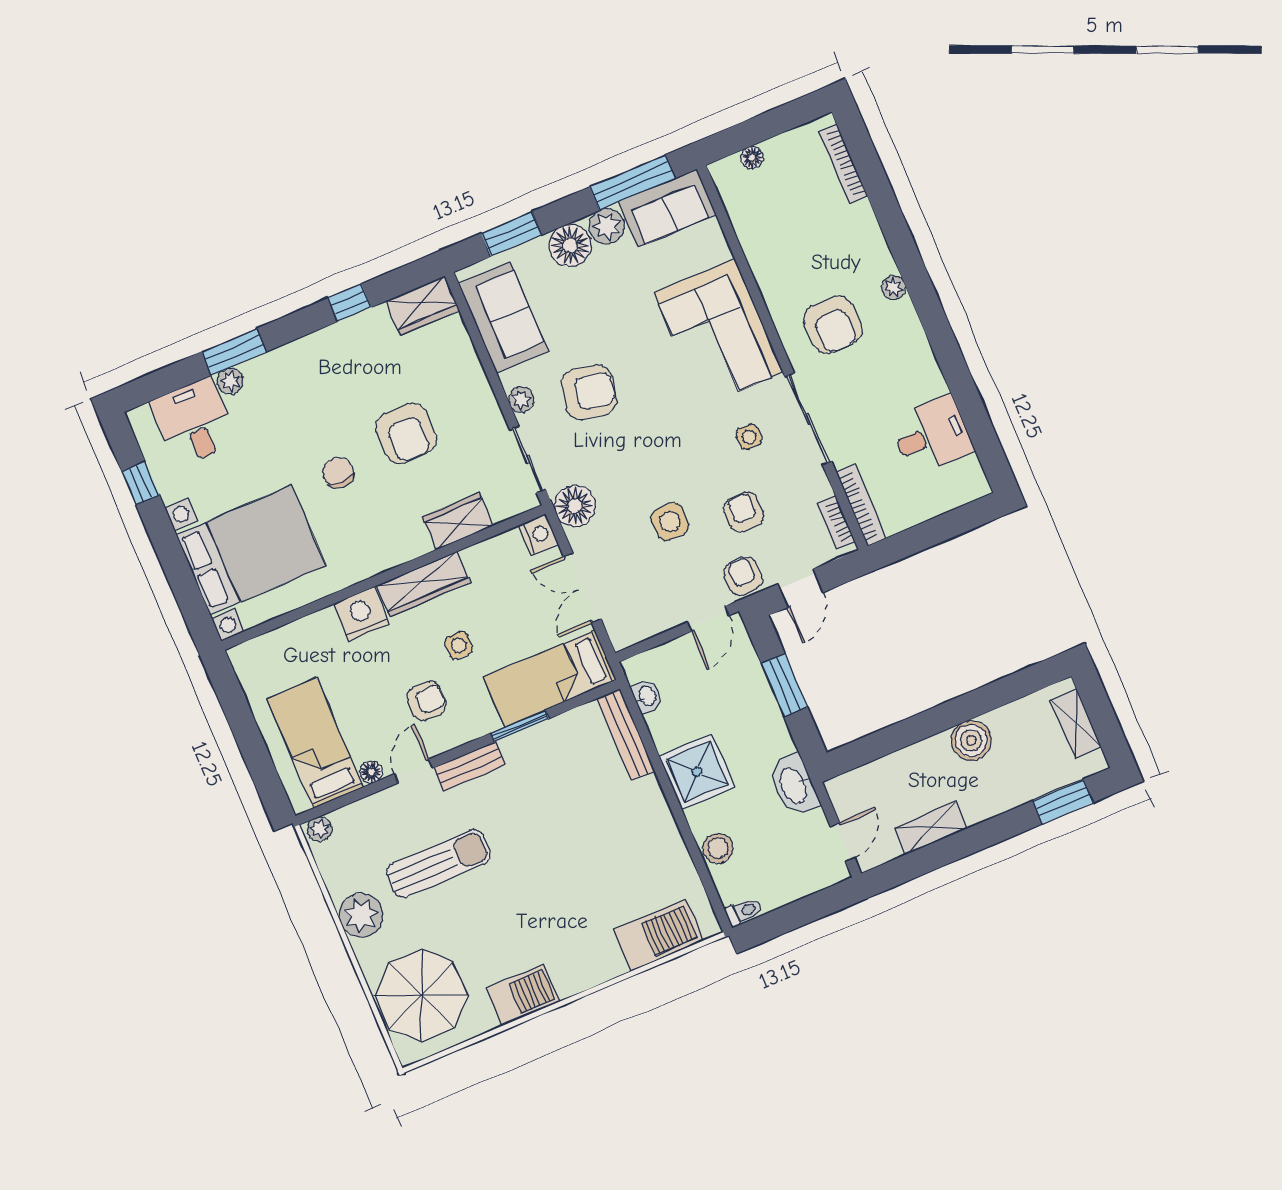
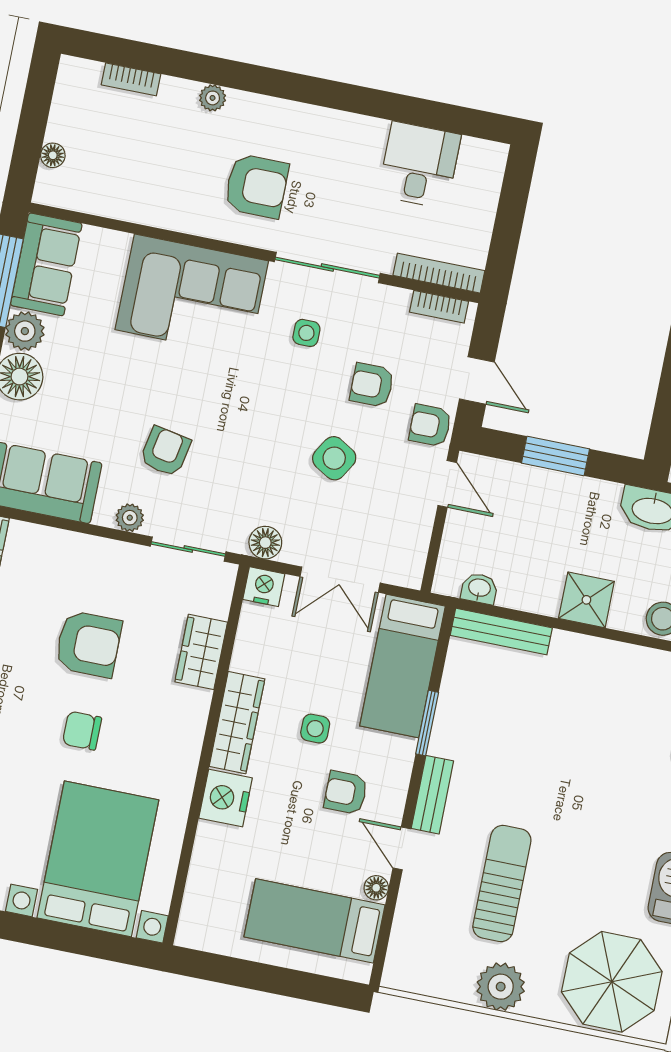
bookcase: (843, 164) -> (131, 79), width x0.64
plant: (893, 288) -> (213, 98), moved
armchair: (589, 392) -> (165, 451), width x0.72, depth x0.72
floor lamp: (575, 506) -> (265, 543), width x0.73, depth x0.73
side table: (670, 522) -> (334, 458), turned 31
armchair: (427, 701) -> (346, 793), turned -90
shower: (697, 772) -> (586, 600), width x0.73, depth x0.73
plant: (320, 829) -> (396, 971), removed

